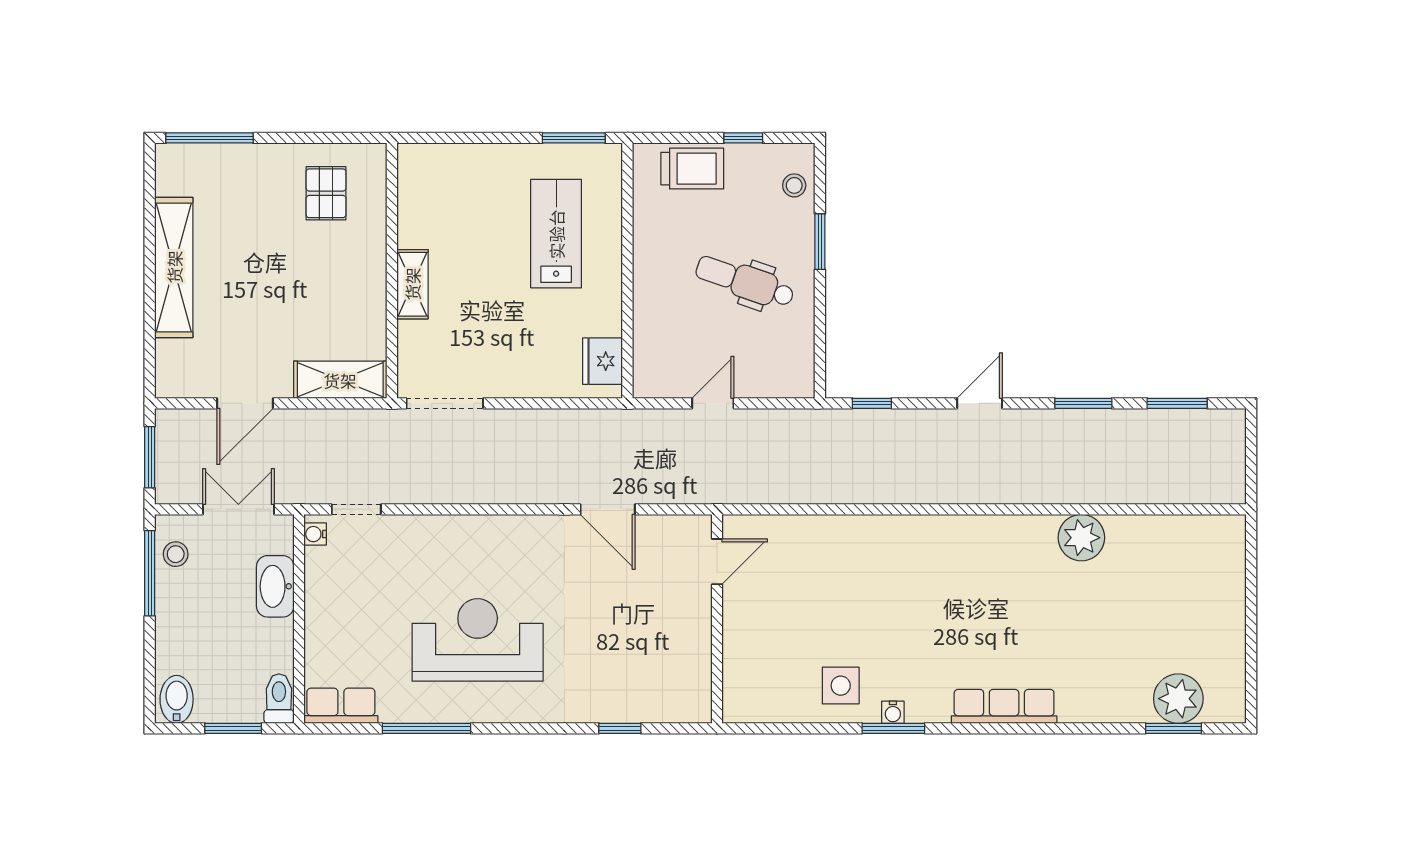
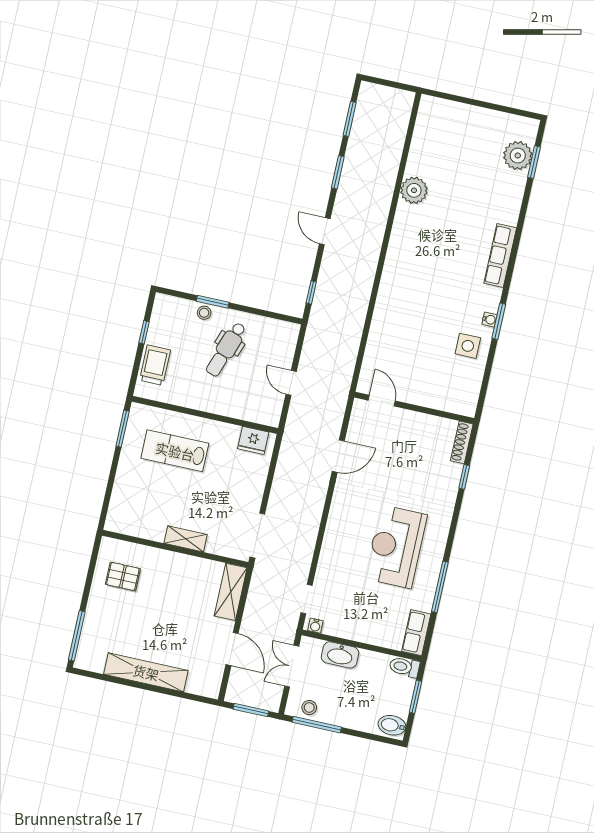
stool: (794, 185) -> (204, 313), moved
shoe rack: (677, 711) -> (462, 442), added

